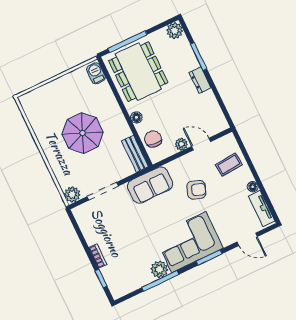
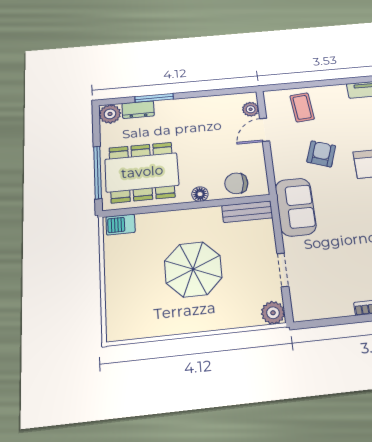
dresser: (200, 80) -> (138, 110), moved
plant: (181, 144) -> (251, 109), moved
floor lamp: (253, 187) -> (339, 90), removed
doorway: (103, 191) -> (283, 270), width x0.73

